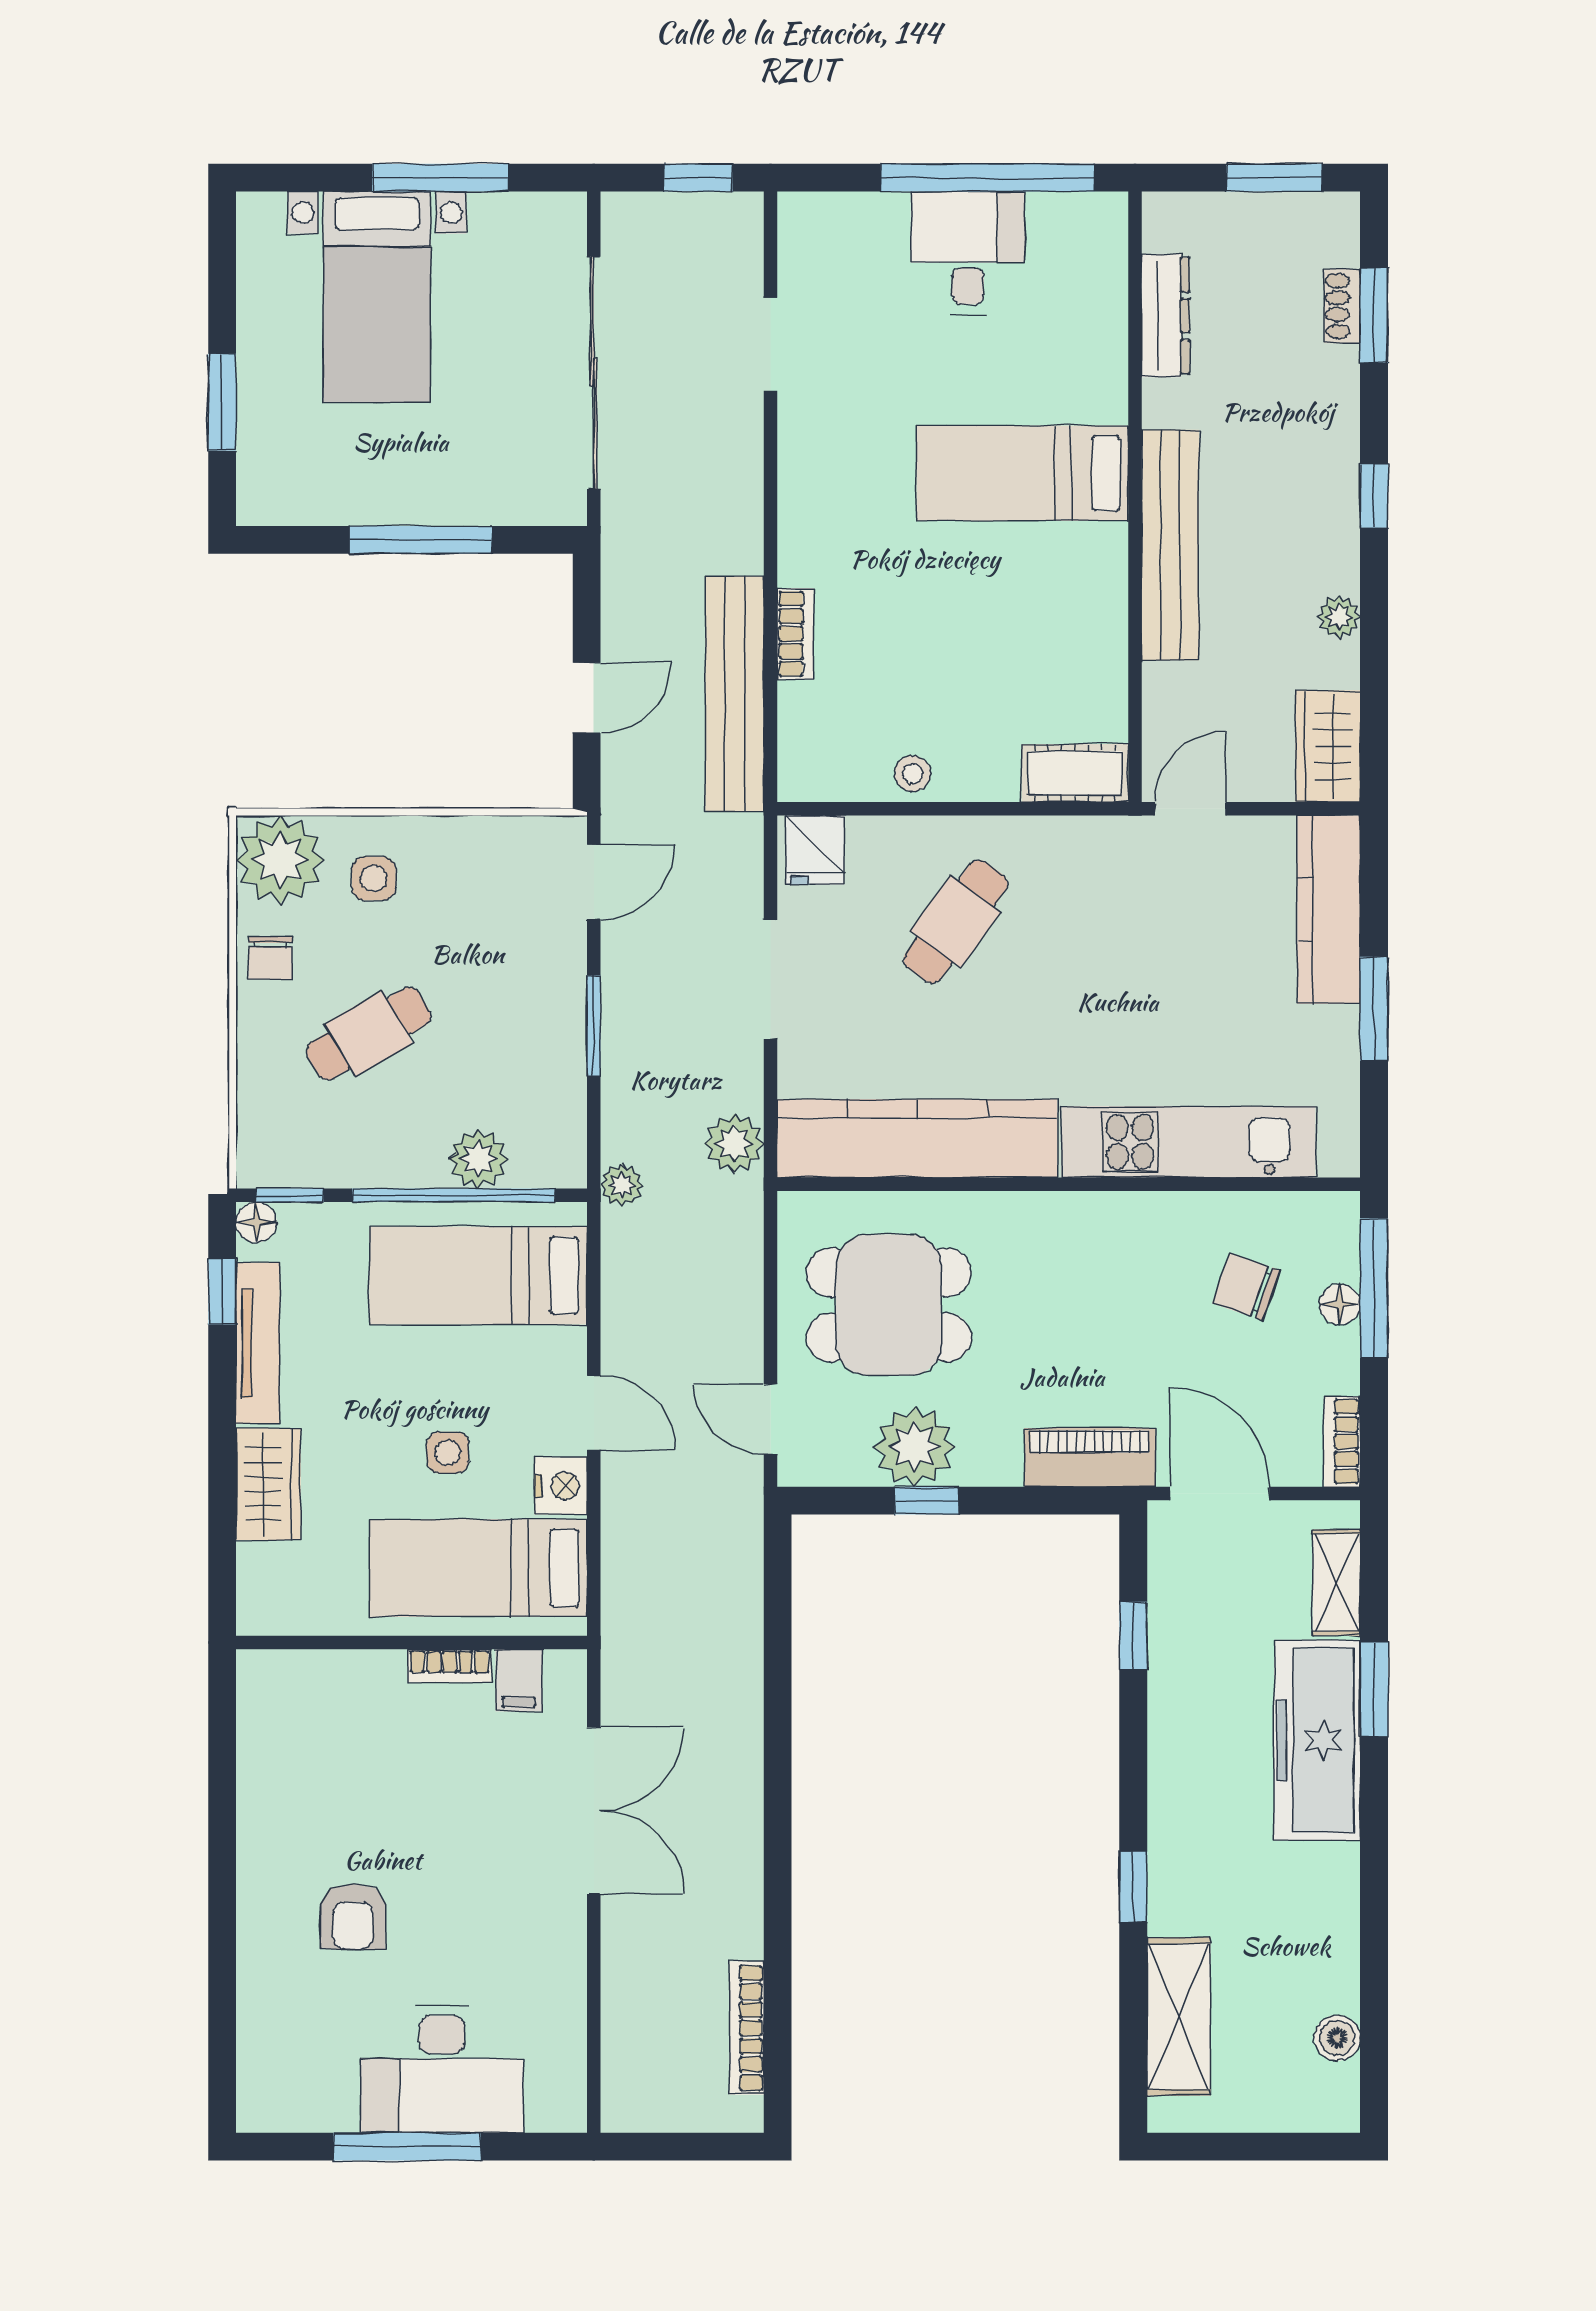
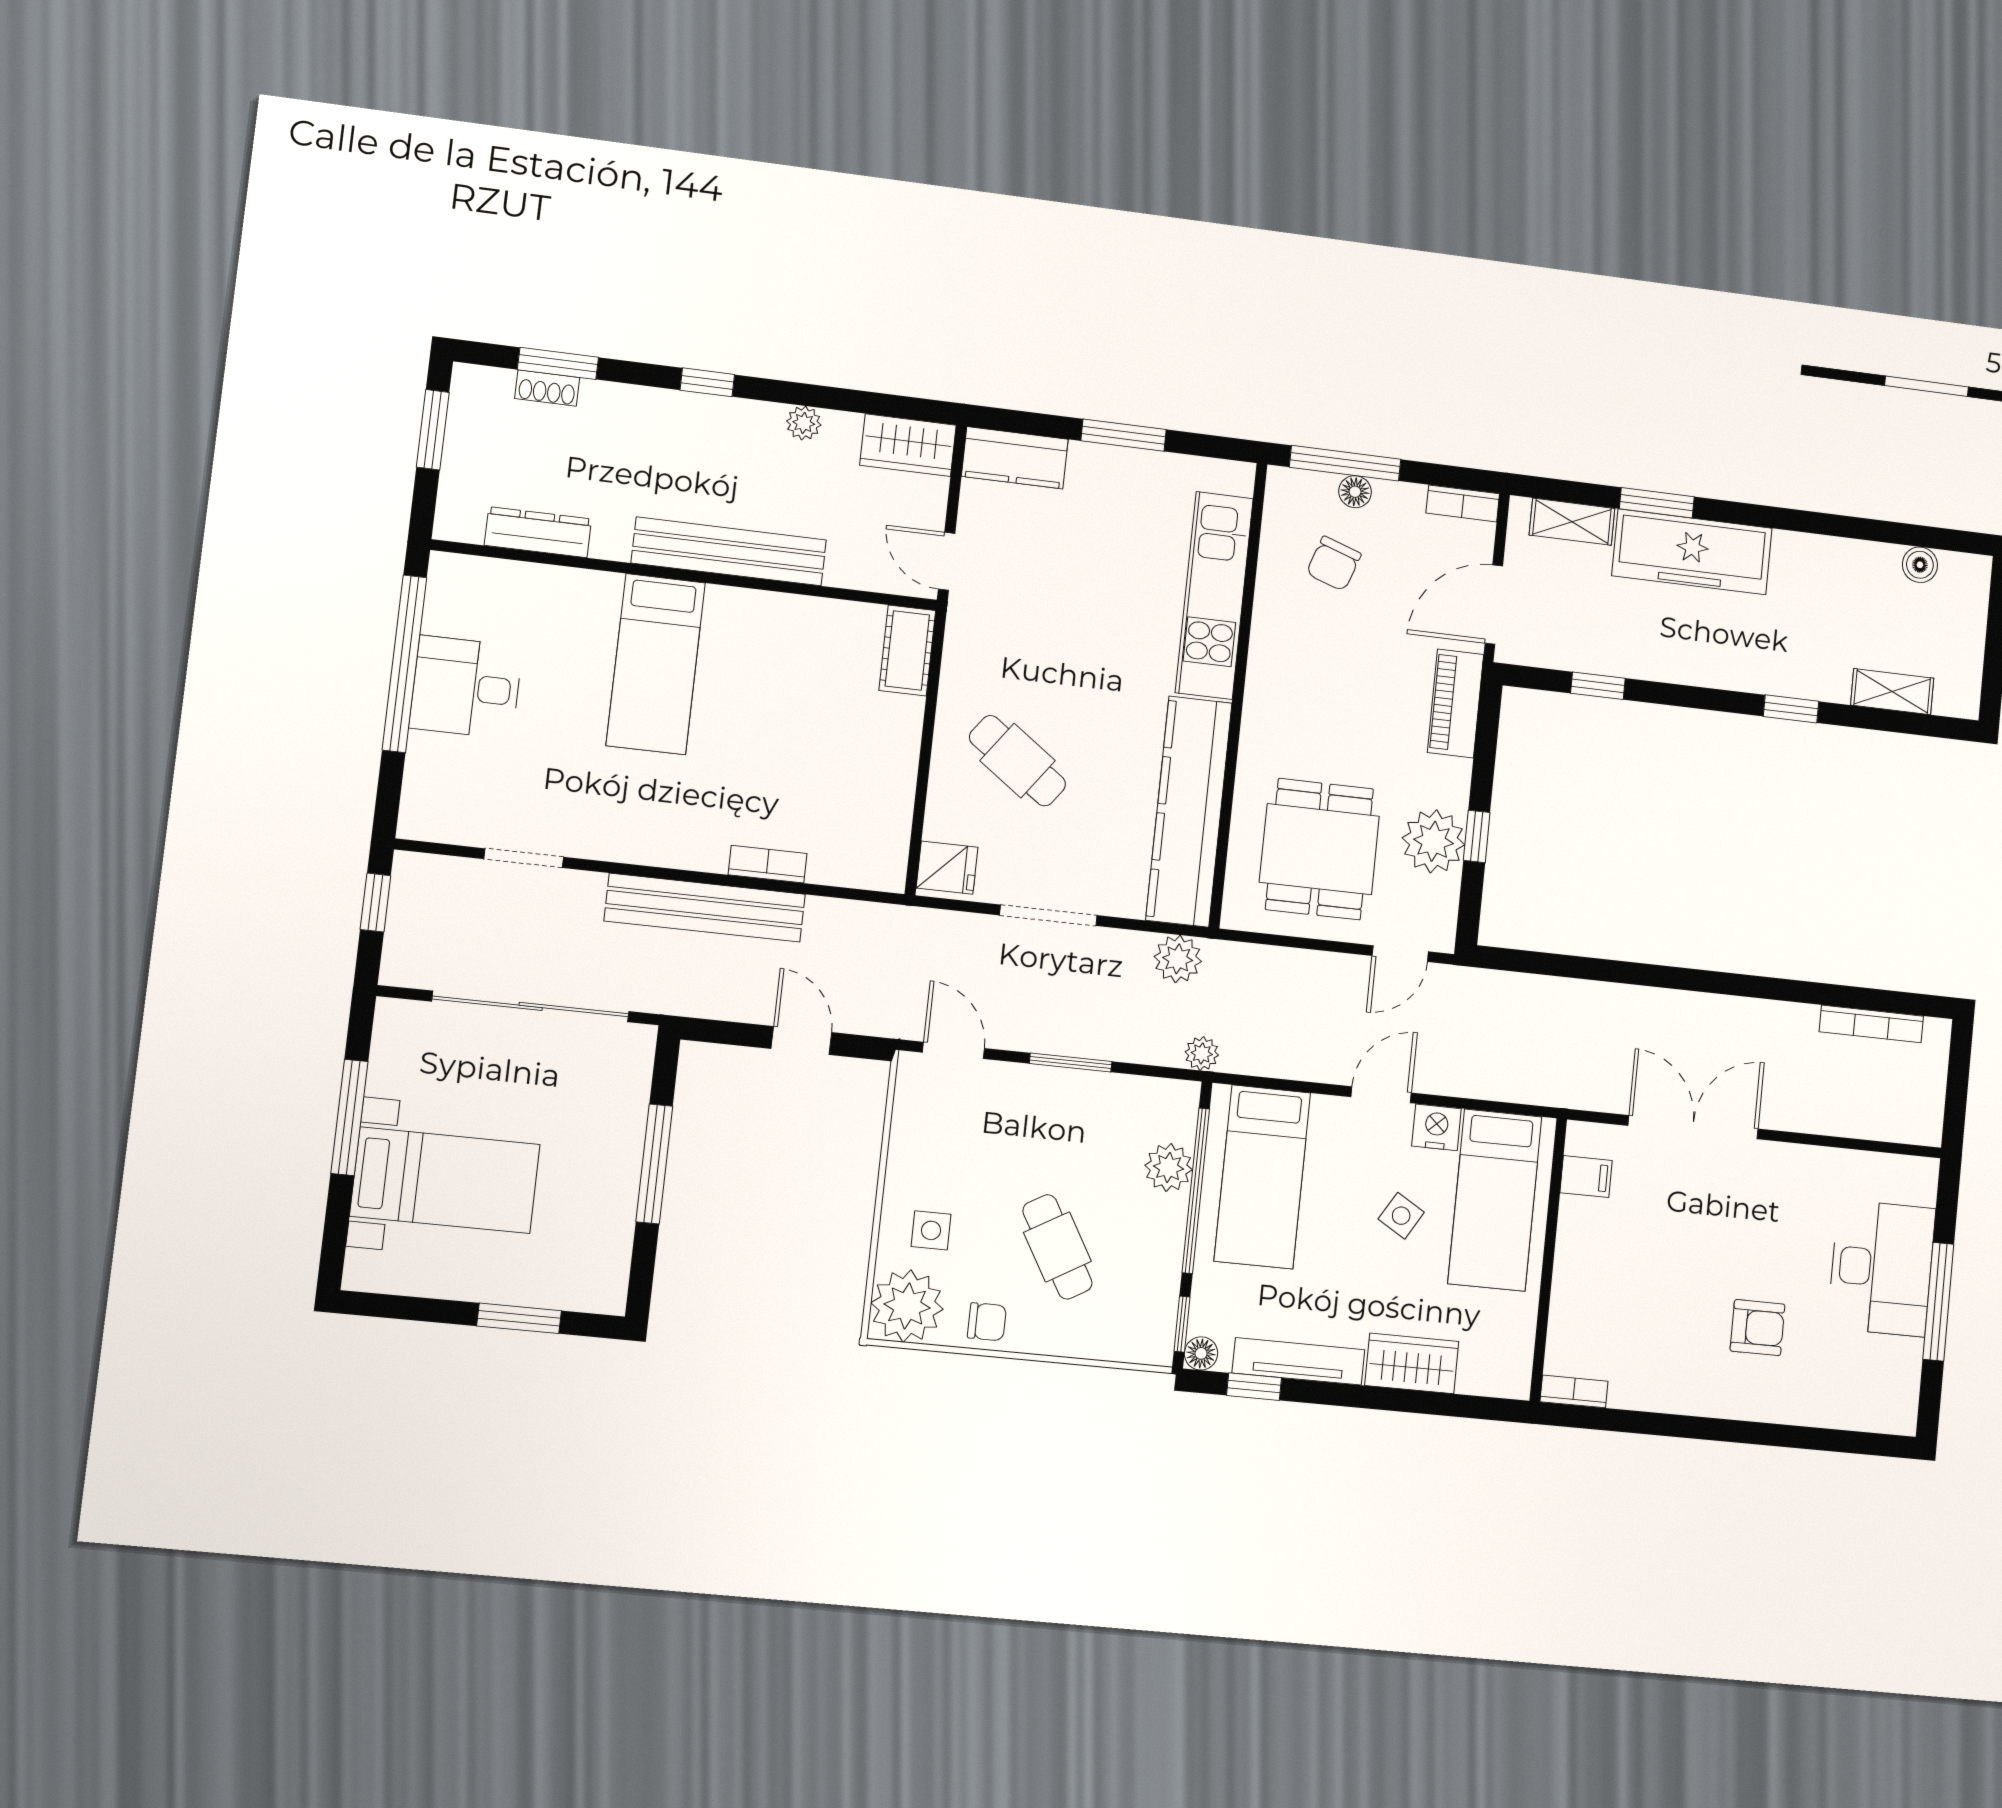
bench: (735, 694) -> (705, 908), moved
stool: (913, 774) -> (893, 782), removed
kitchen counter: (1329, 910) -> (1015, 458), width x0.67
side table: (448, 1453) -> (1401, 1216), turned 31
bookcase: (450, 1666) -> (1574, 1391), moved, turned -90
shelving: (1179, 2016) -> (1892, 692), width x0.67, depth x0.75

